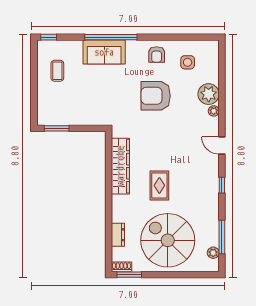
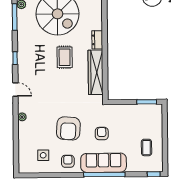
sofa: (104, 52) -> (104, 163), width x1.36
armchair: (114, 89) -> (102, 134), added
plant: (209, 94) -> (26, 130), removed
armchair: (156, 96) -> (68, 128), turned 94
dresser: (118, 235) -> (97, 40), moved

